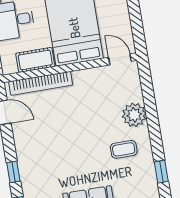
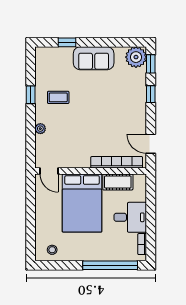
plant: (134, 115) -> (40, 129), width x0.53, depth x0.53
window: (161, 172) -> (31, 95), moved

